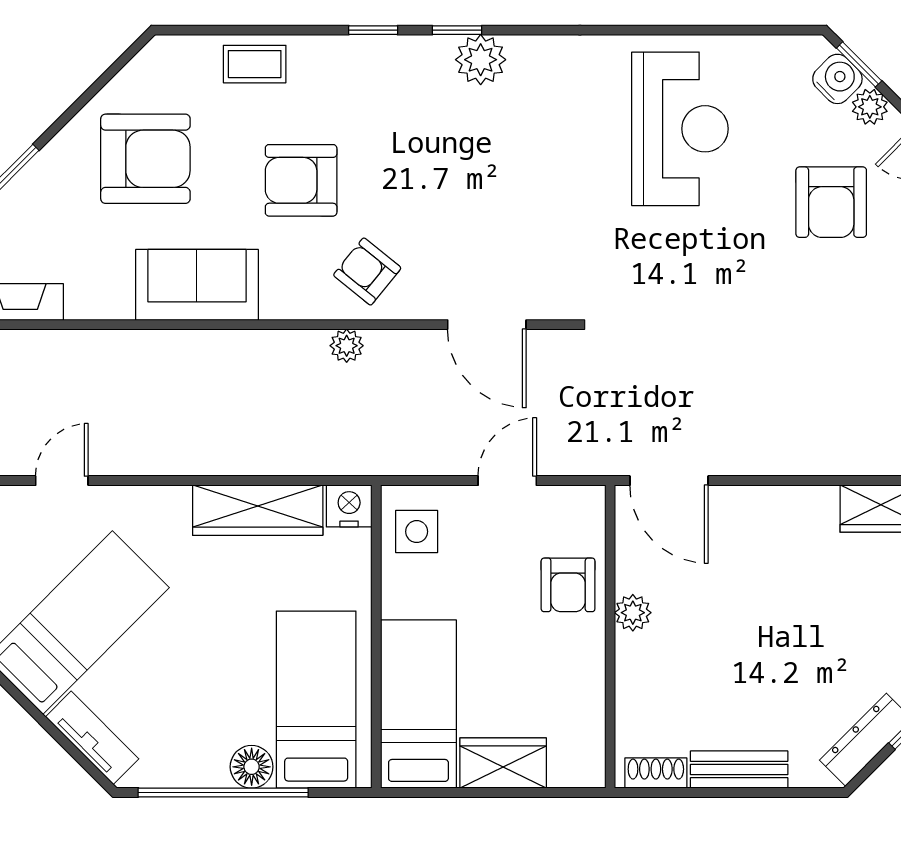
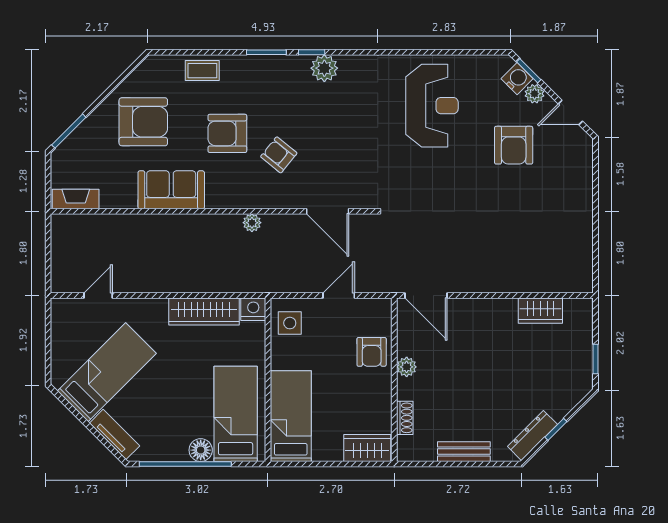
window: (373, 30) -> (266, 52), width x1.50
armchair: (367, 271) -> (279, 155), moved
wardrobe: (503, 763) -> (367, 448), moved
shoe rack: (656, 773) -> (405, 418), moved, turned 90

